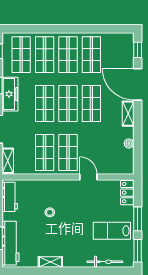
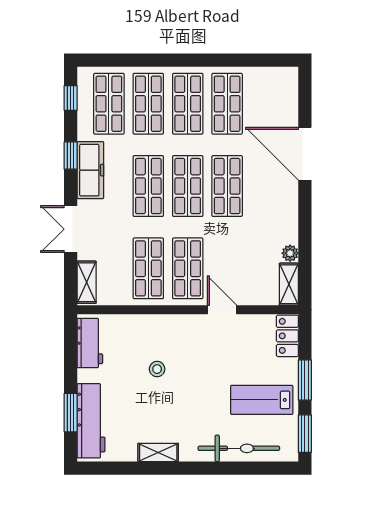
window: (138, 50) -> (305, 96), removed
shelving: (128, 114) -> (289, 284), moved
bicycle: (105, 262) -> (239, 448), width x1.37, depth x1.40

